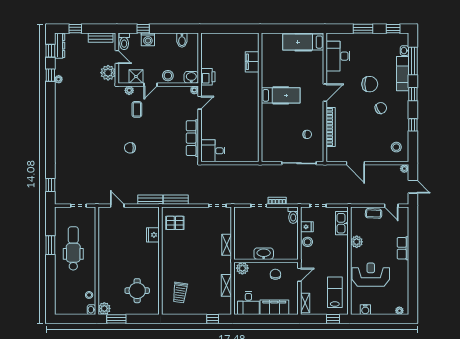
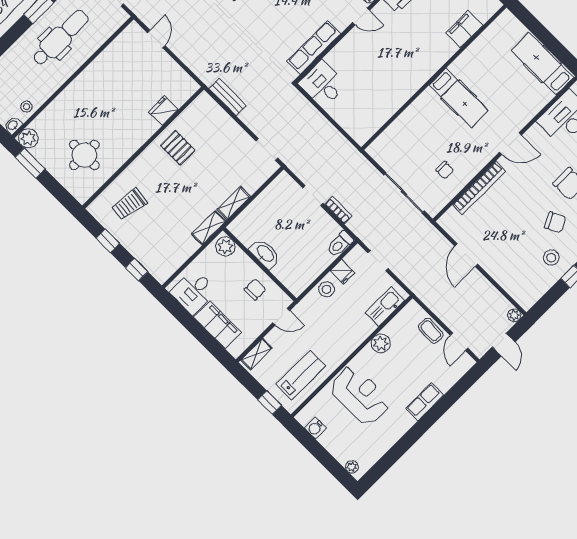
stool: (396, 147) -> (551, 258), moved
bench: (150, 200) -> (199, 69), removed
pallet: (175, 223) -> (178, 148), moved
shelving: (226, 285) -> (209, 228), moved
window: (187, 319) -> (108, 241), added

